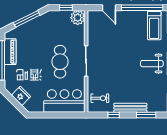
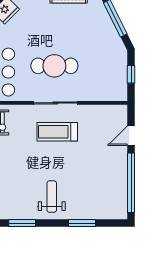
plant: (78, 18) -> (117, 91), removed
treadmill: (154, 26) -> (57, 132), moved

